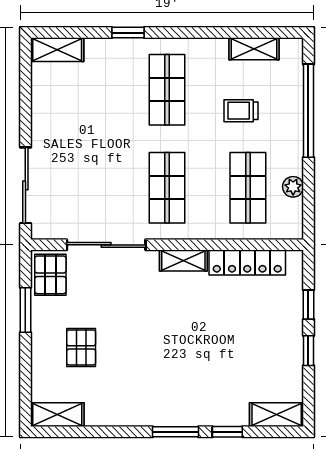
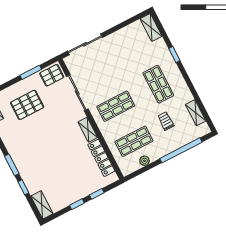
shop shelf: (167, 90) -> (158, 84), turned 90
pallet: (81, 347) -> (27, 105), width x1.50, depth x1.42

